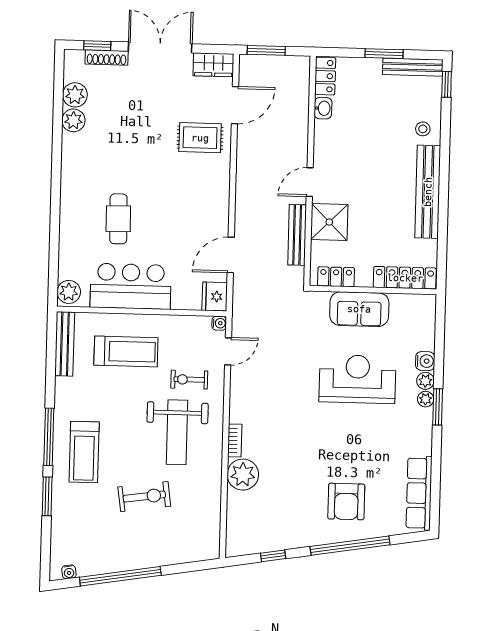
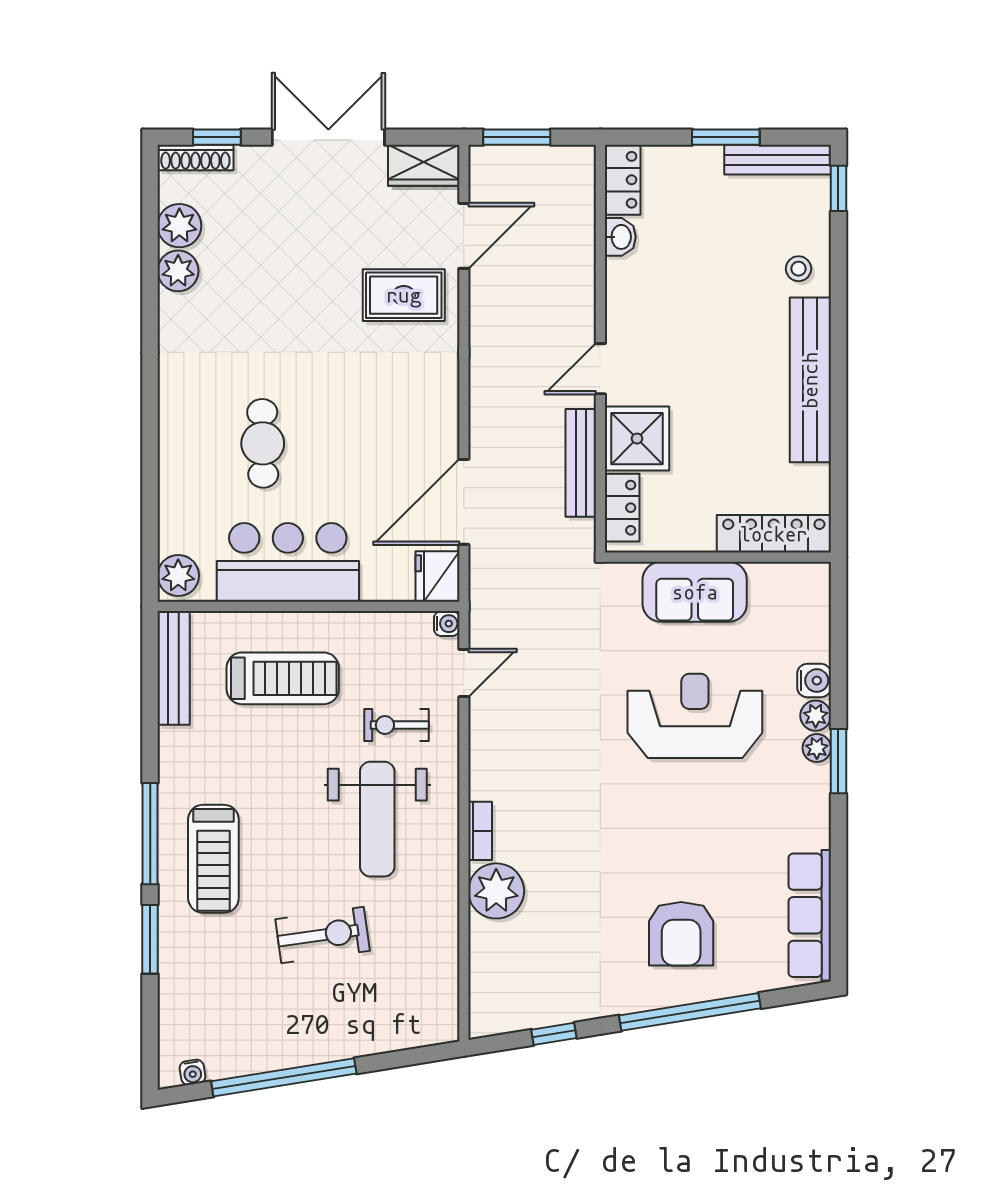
shoe rack: (107, 57) -> (195, 158), moved
door: (231, 255) -> (464, 502), width x1.36
locker: (336, 277) -> (622, 508), moved, turned 90

